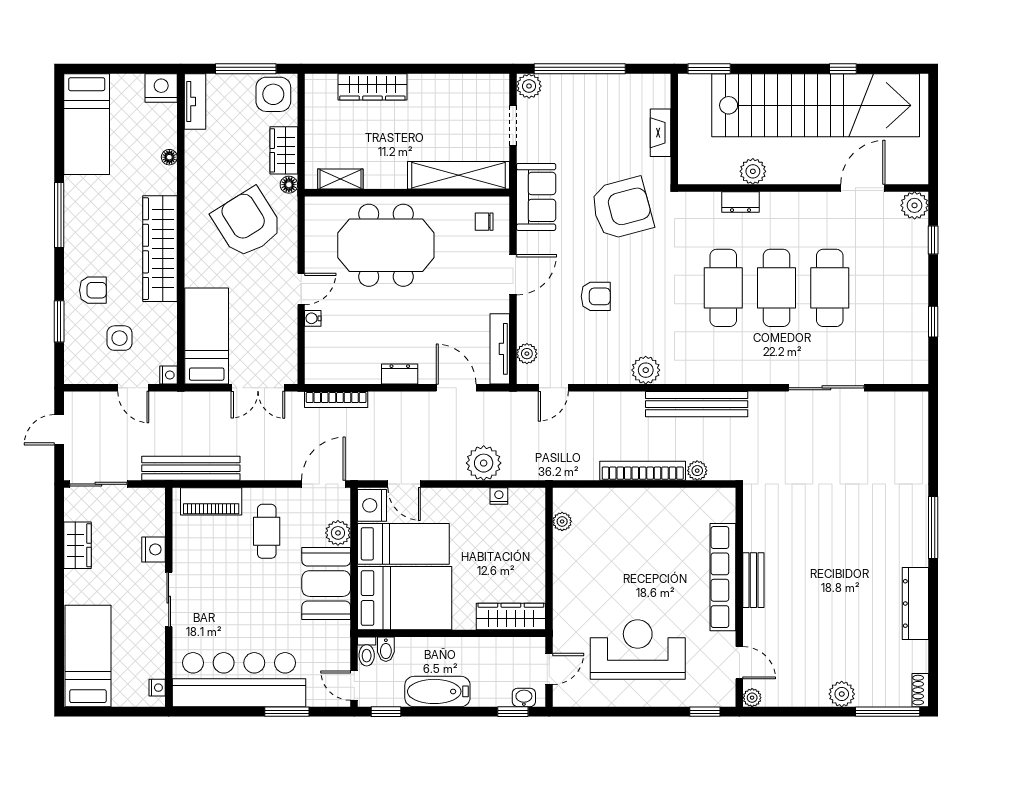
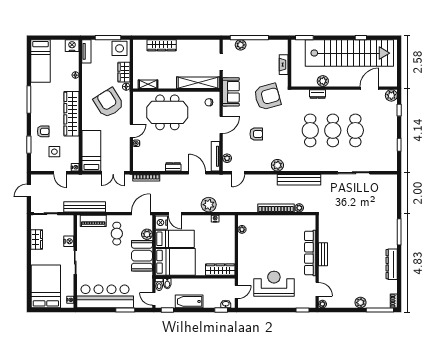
plant: (529, 86) -> (241, 45), moved
bed: (88, 656) -> (46, 286), width x1.50

